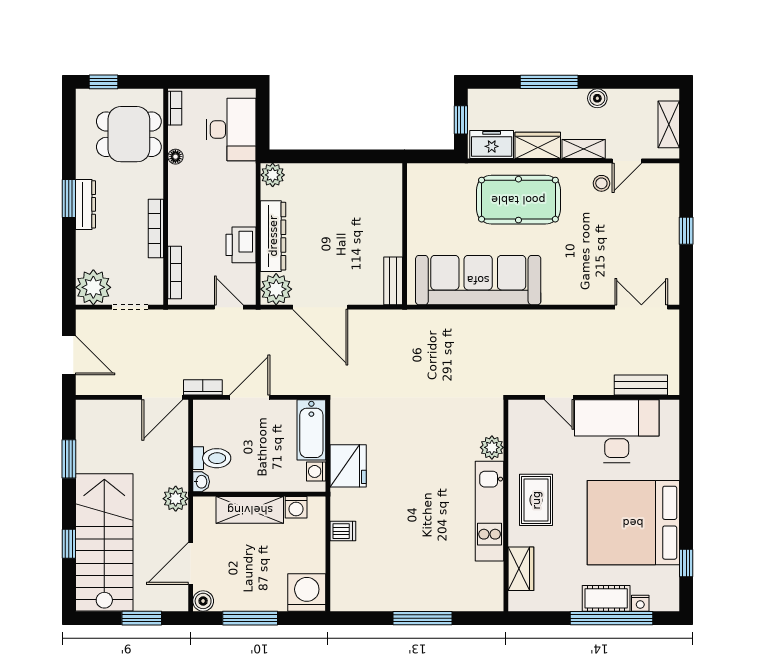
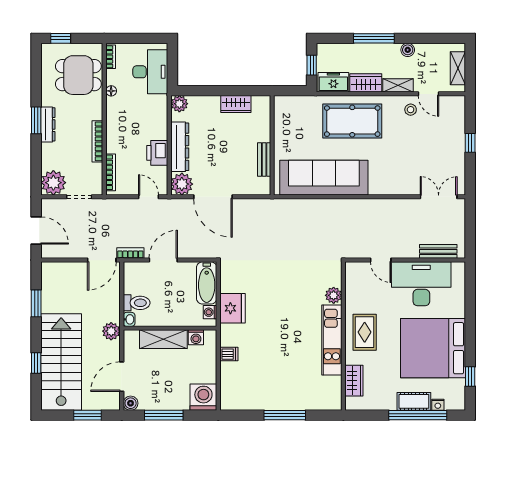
door: (627, 161) -> (428, 94), hinge flipped
wardrobe: (353, 175) -> (236, 104), added
bench: (393, 281) -> (264, 159), moved

